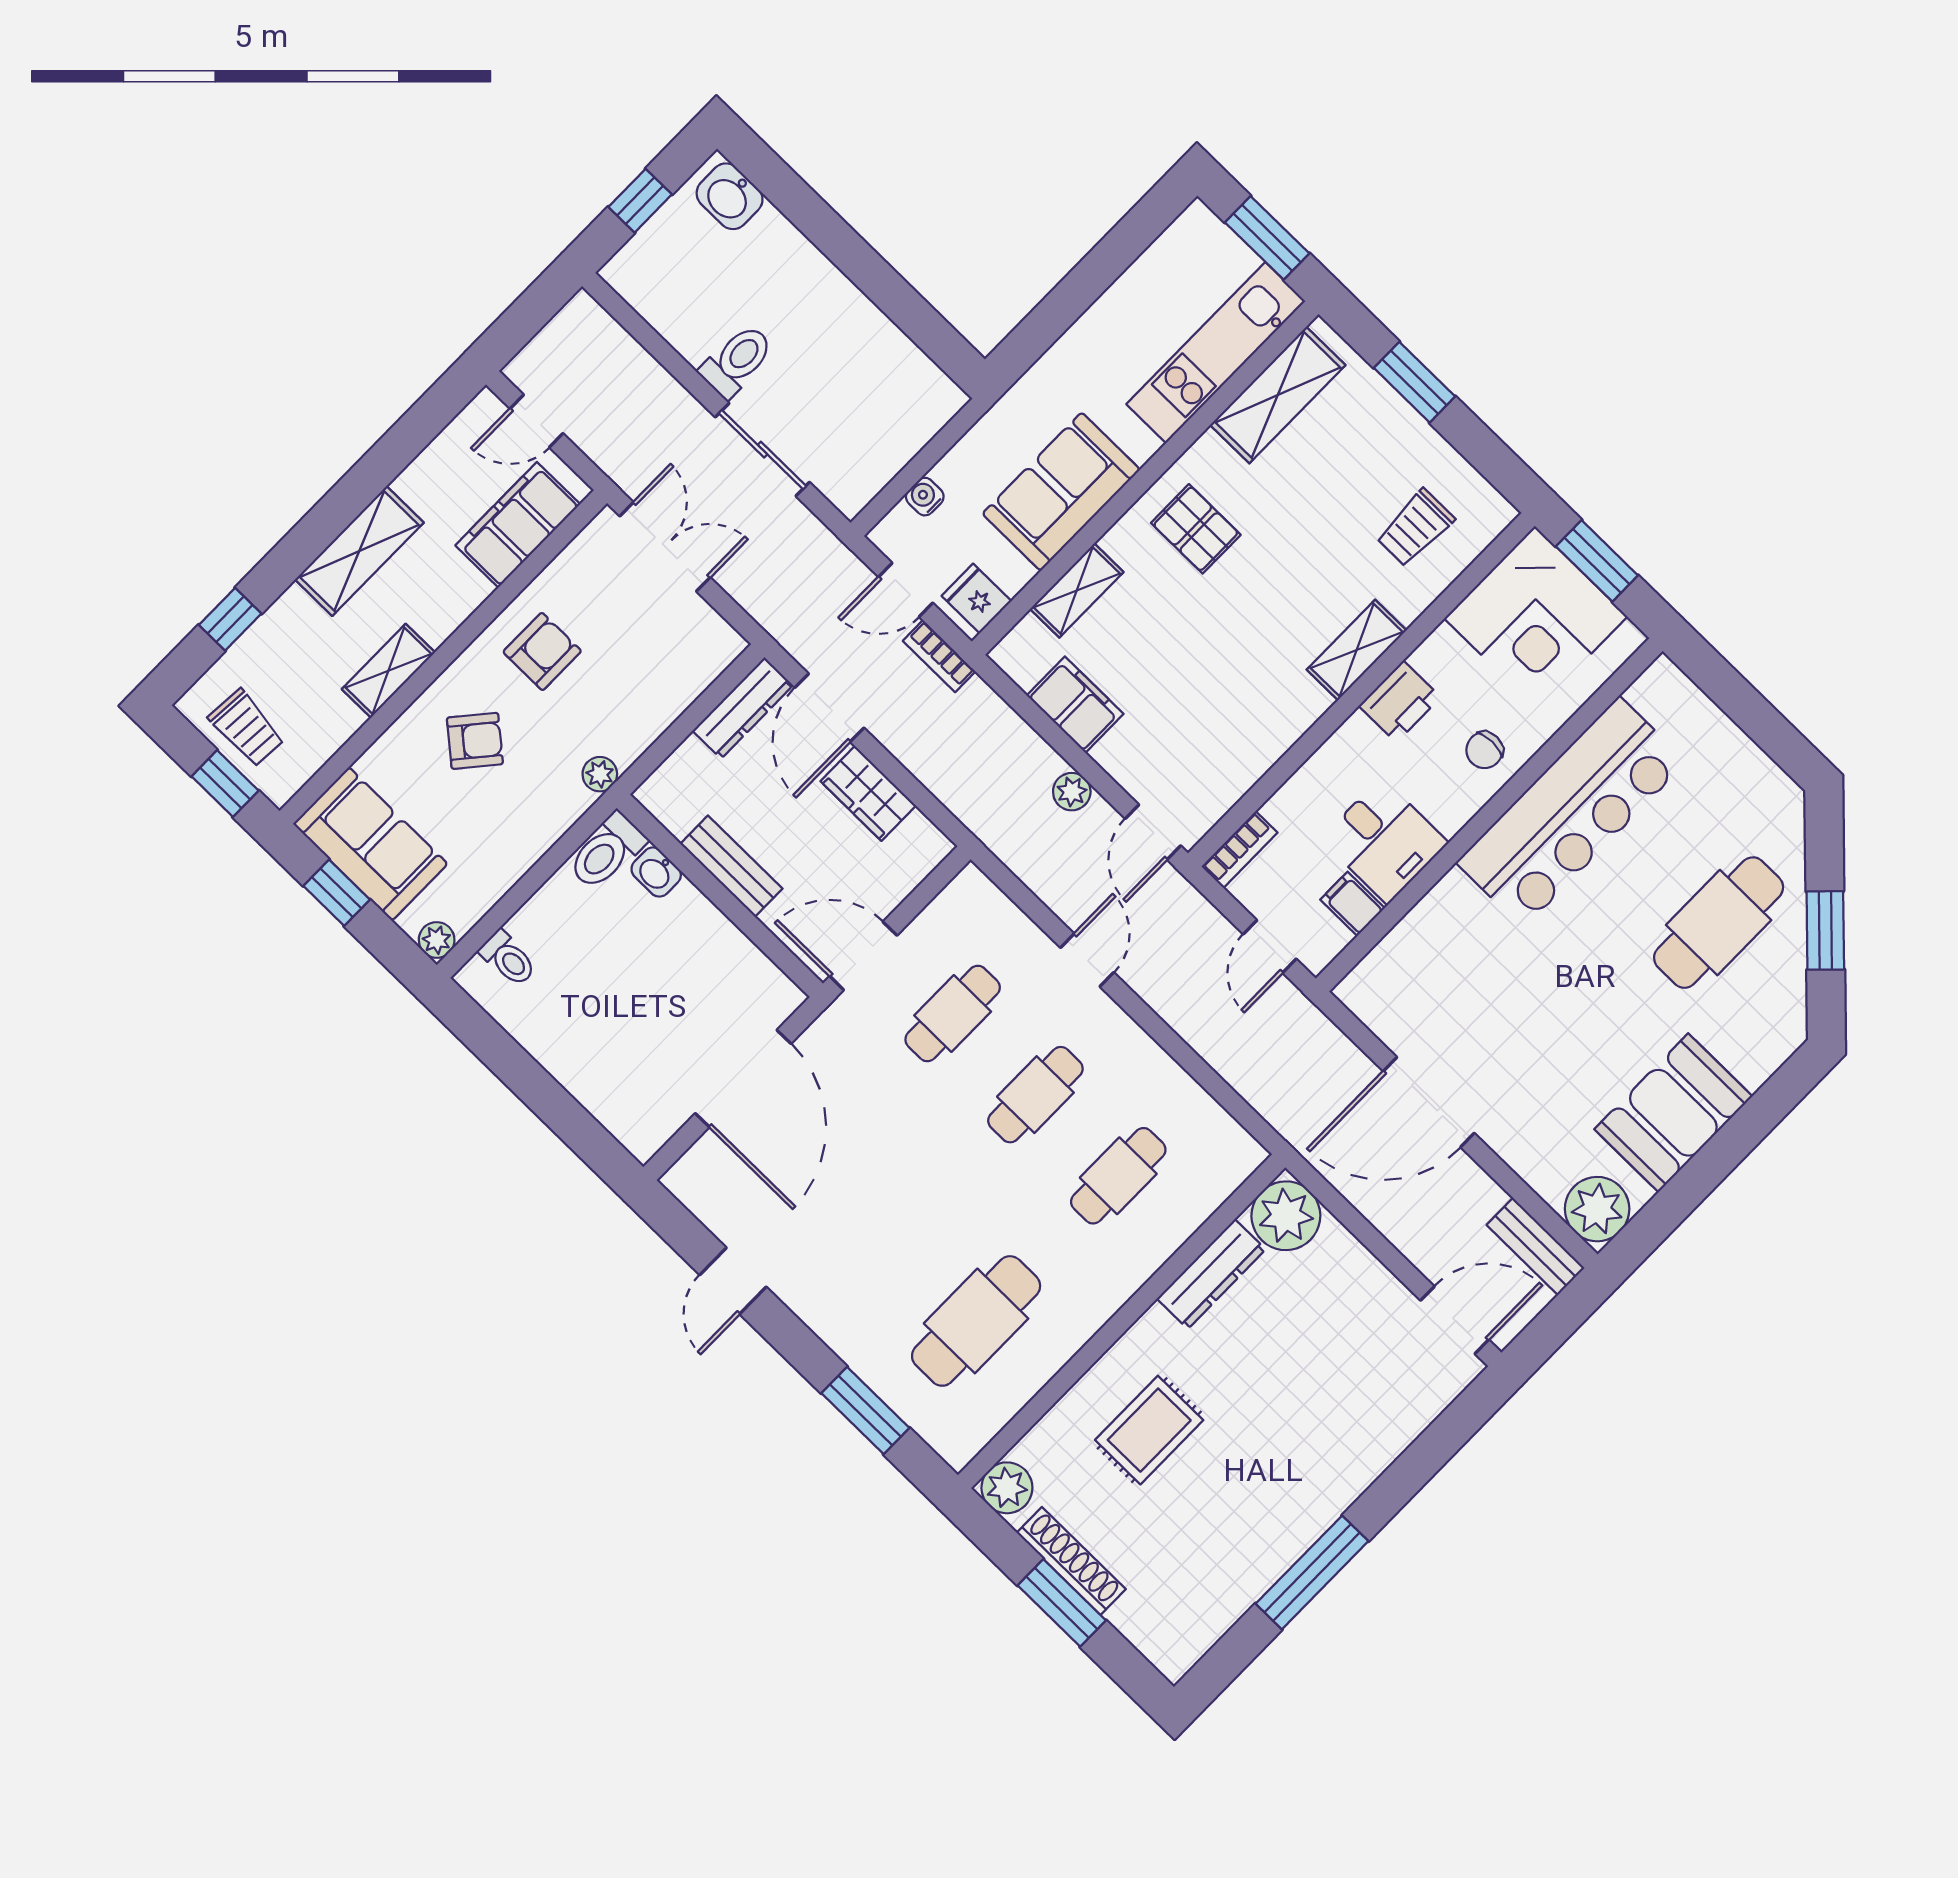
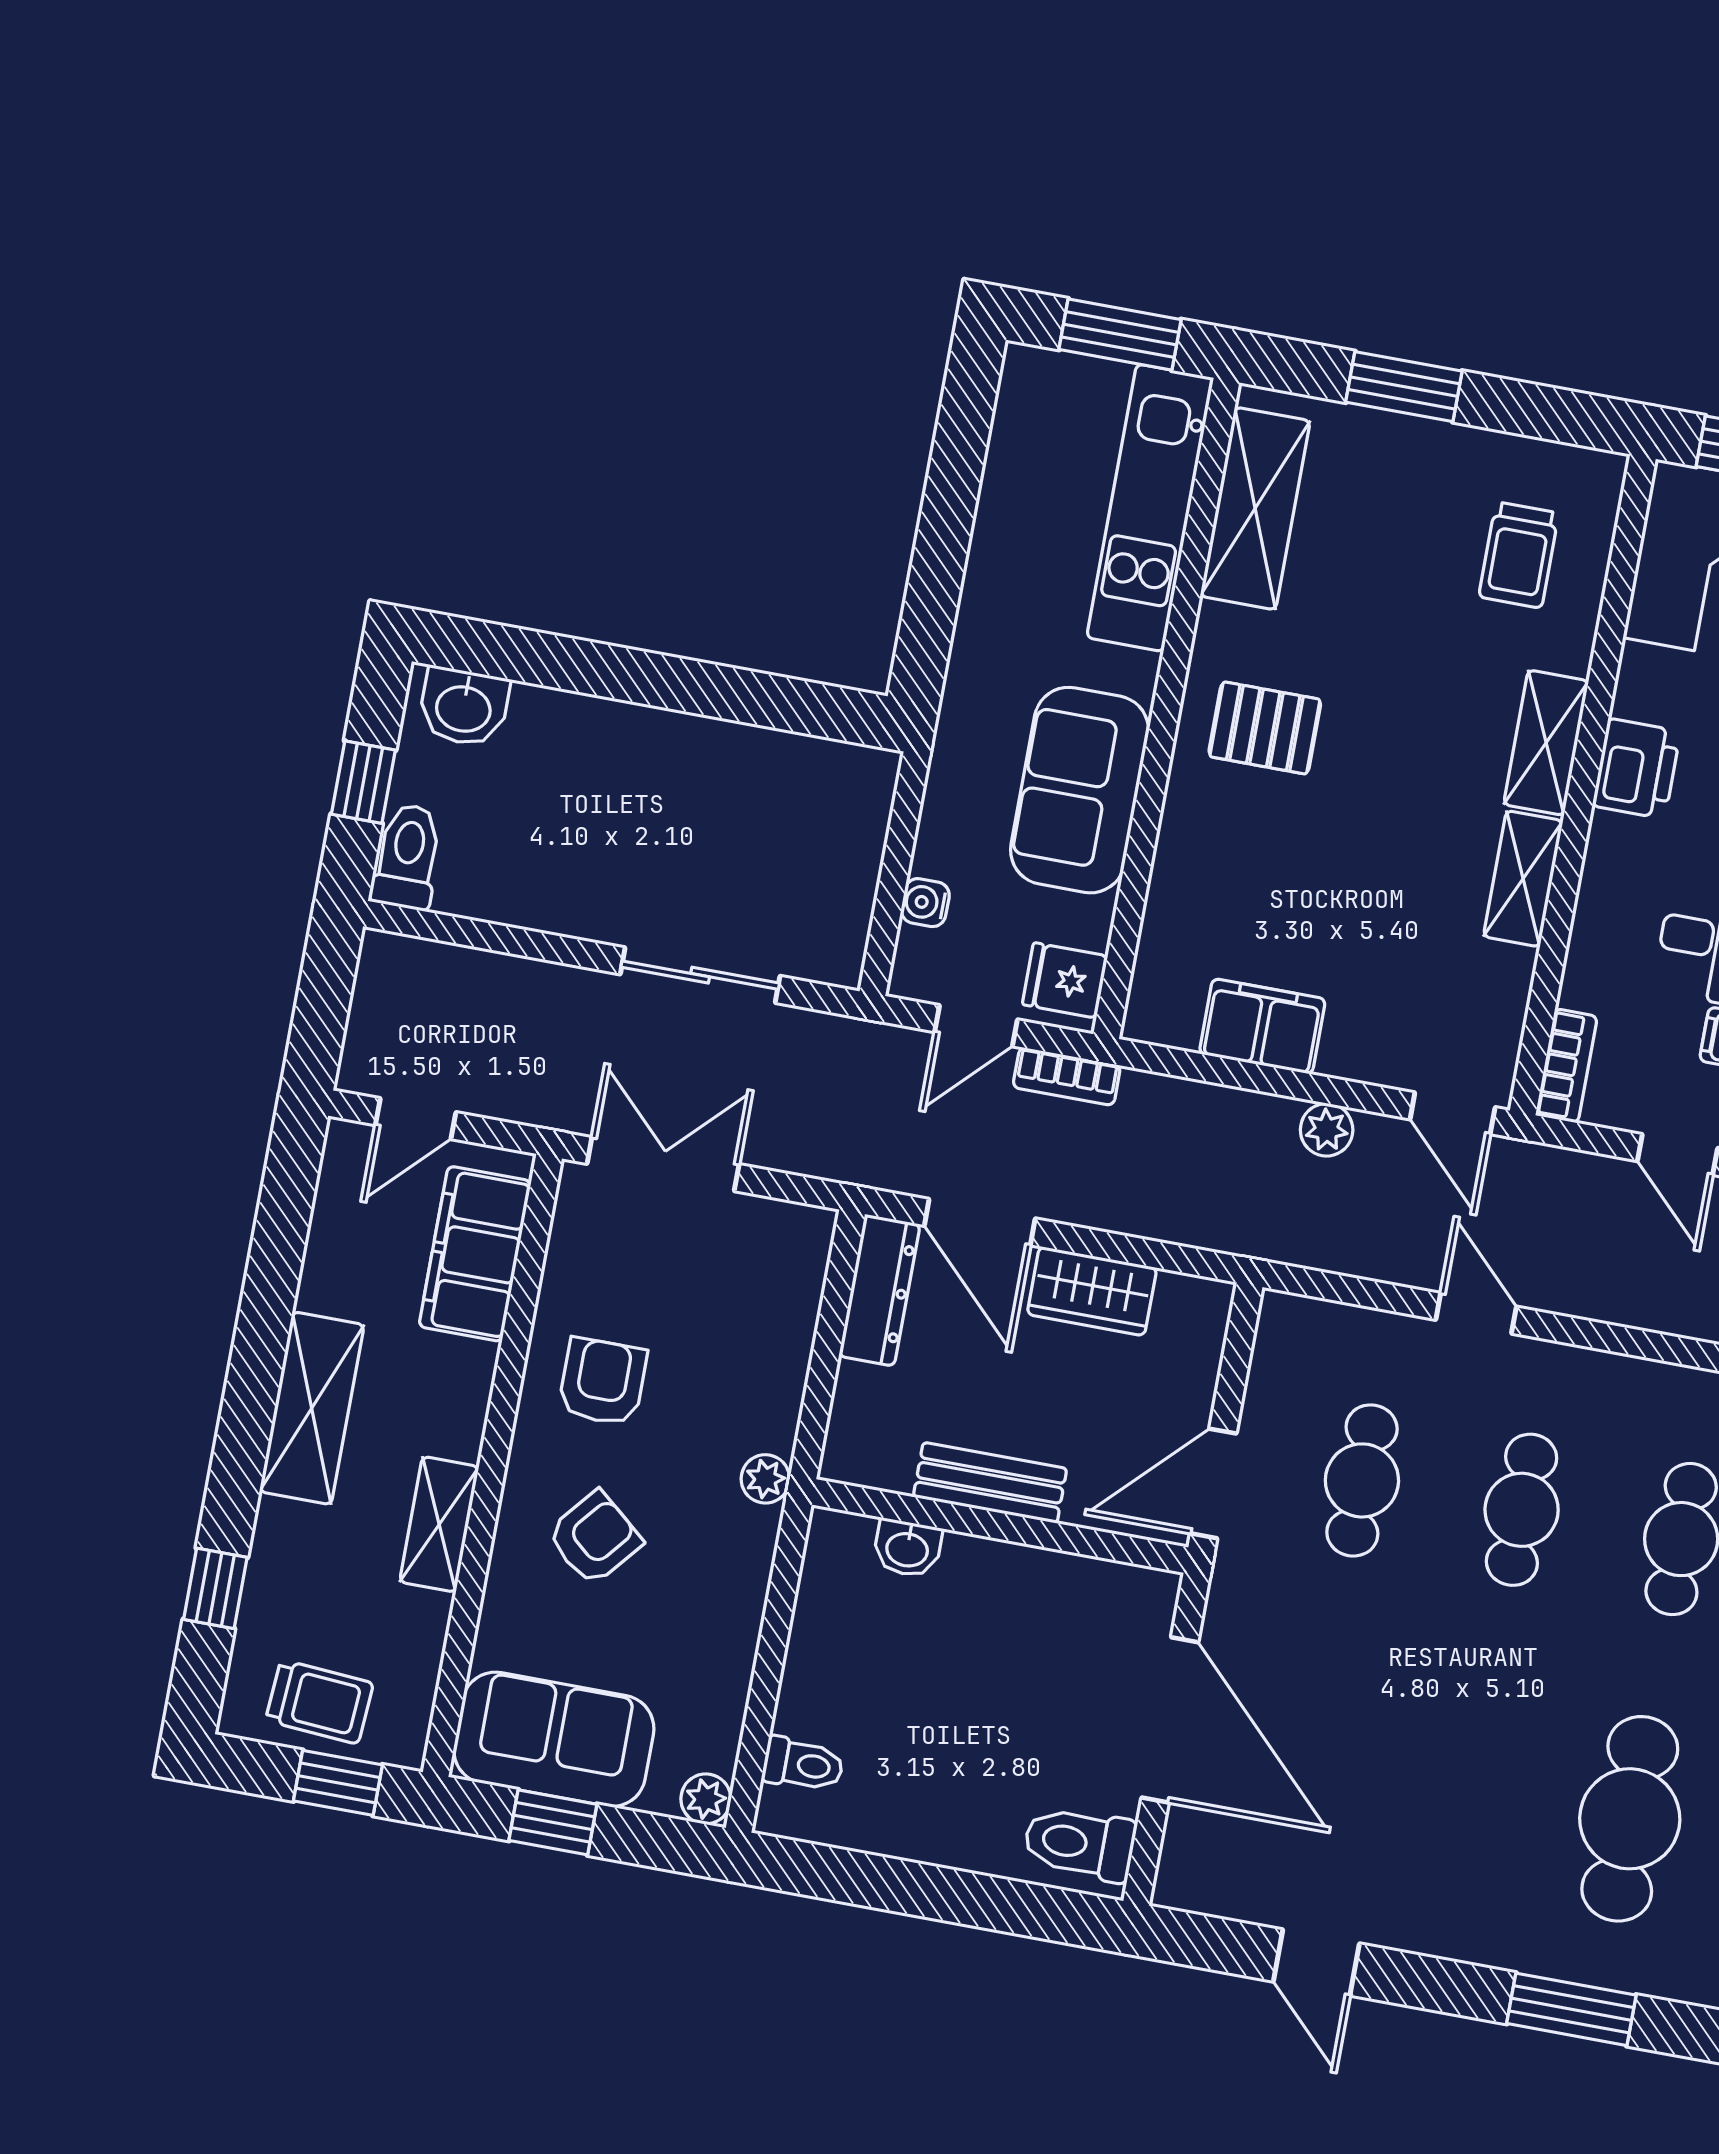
toilet: (737, 361) -> (407, 857), moved
shelving: (1077, 590) -> (1523, 879), moved
toilet: (607, 851) -> (1080, 1843), moved, turned 90

